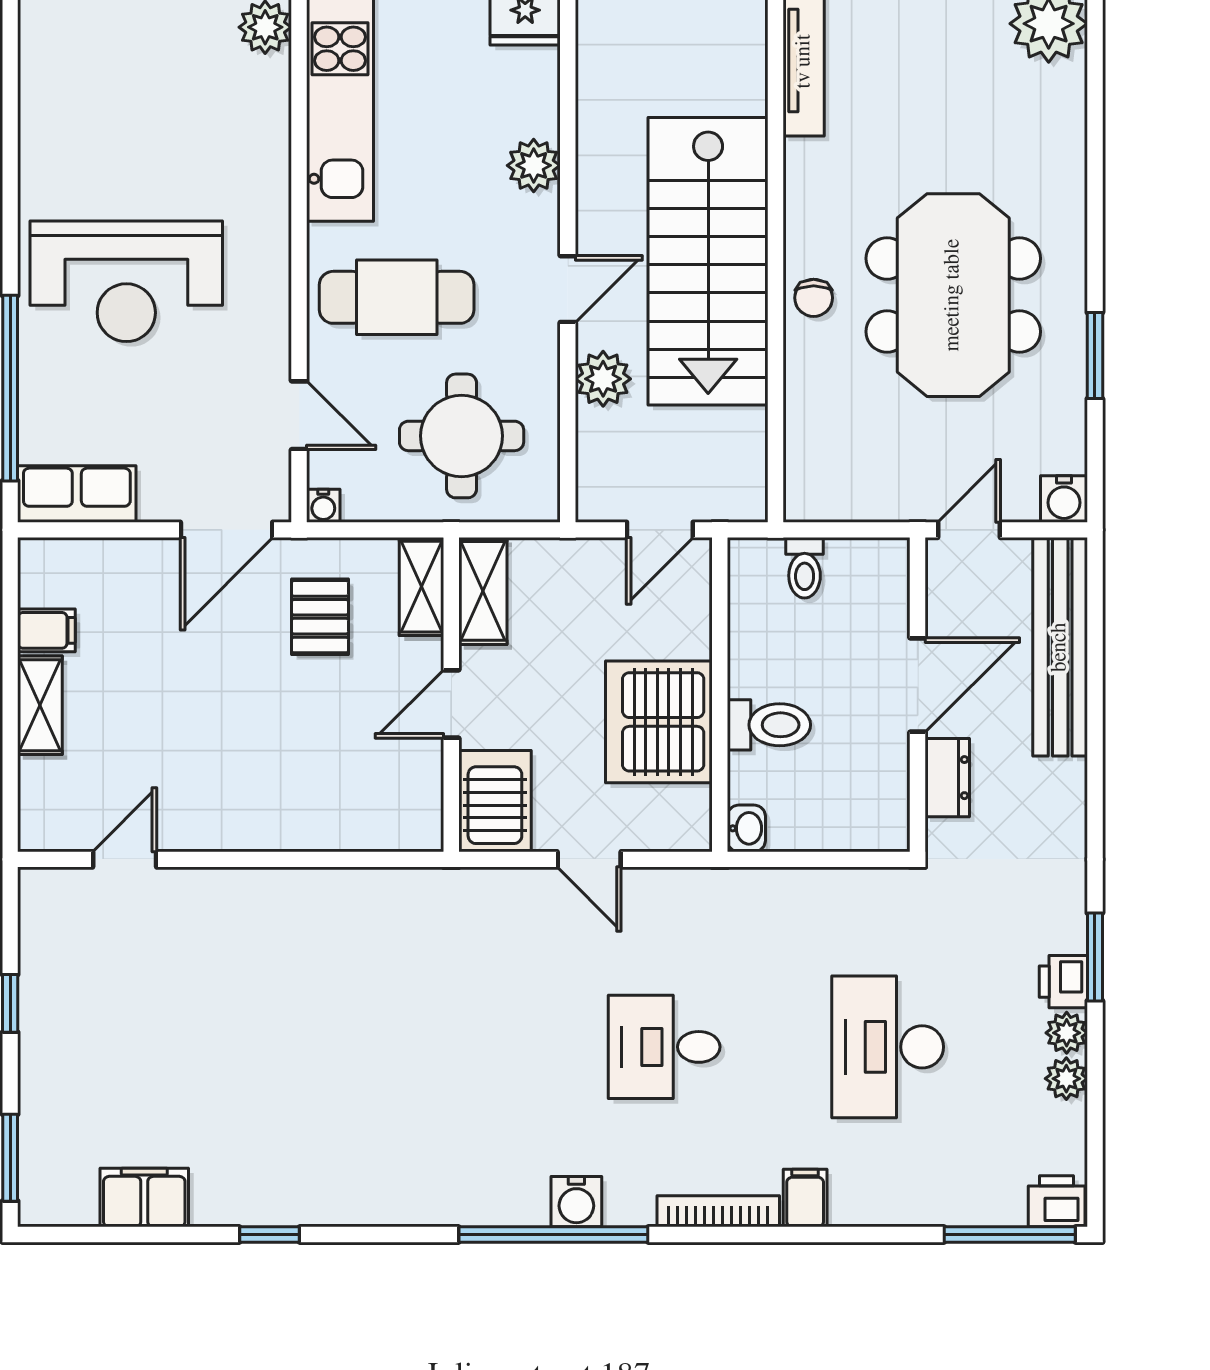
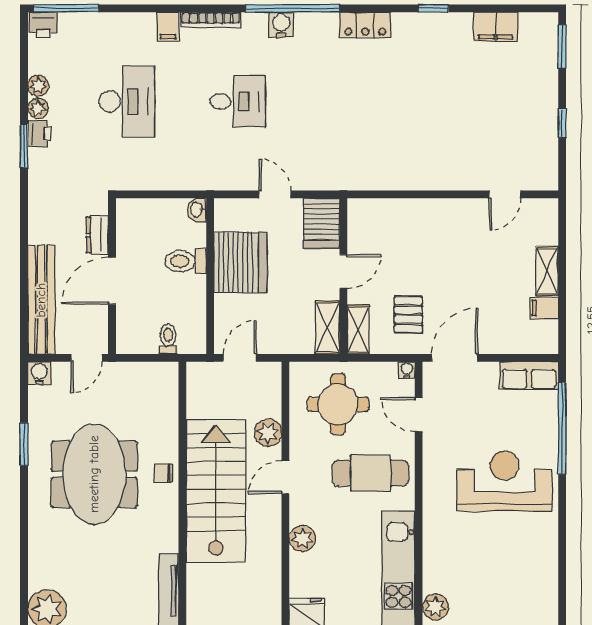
chair: (814, 298) -> (164, 473), turned -90
locker: (407, 1201) -> (365, 25), added

